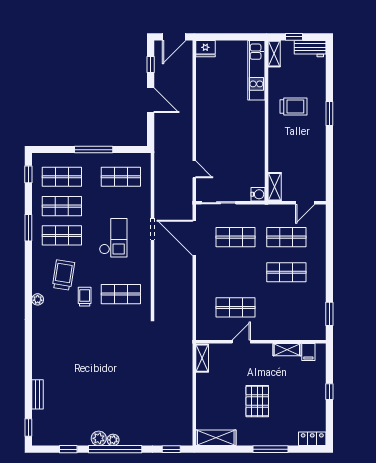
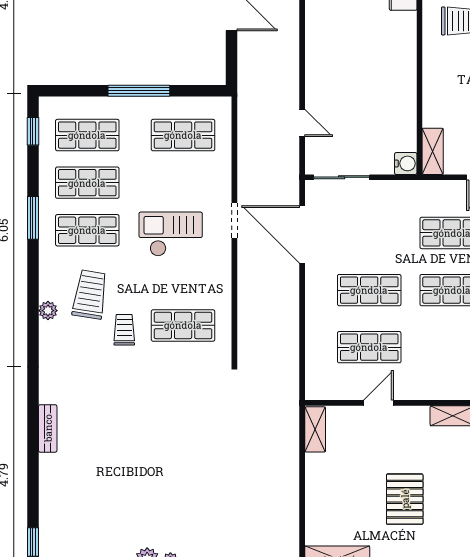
shop shelf: (236, 237) -> (369, 290), moved
checkout: (113, 238) -> (171, 234), turned -90
plant: (38, 299) -> (48, 311), moved
bench: (37, 394) -> (48, 428), moved

